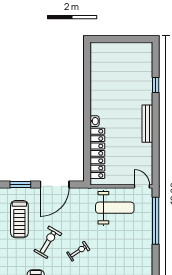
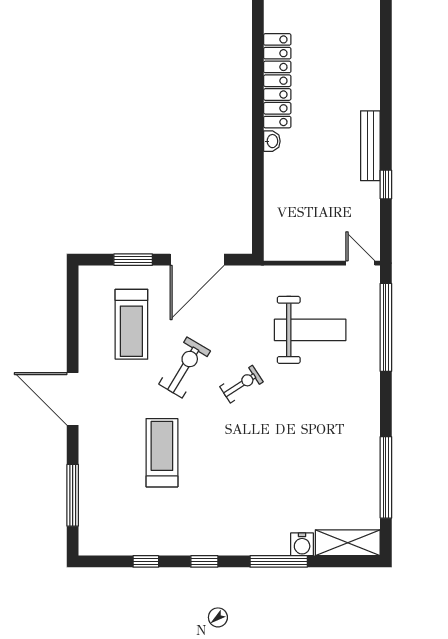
window: (156, 85) -> (386, 185), moved
locker: (97, 153) -> (277, 81), moved
weight bench: (115, 208) -> (310, 330), moved

